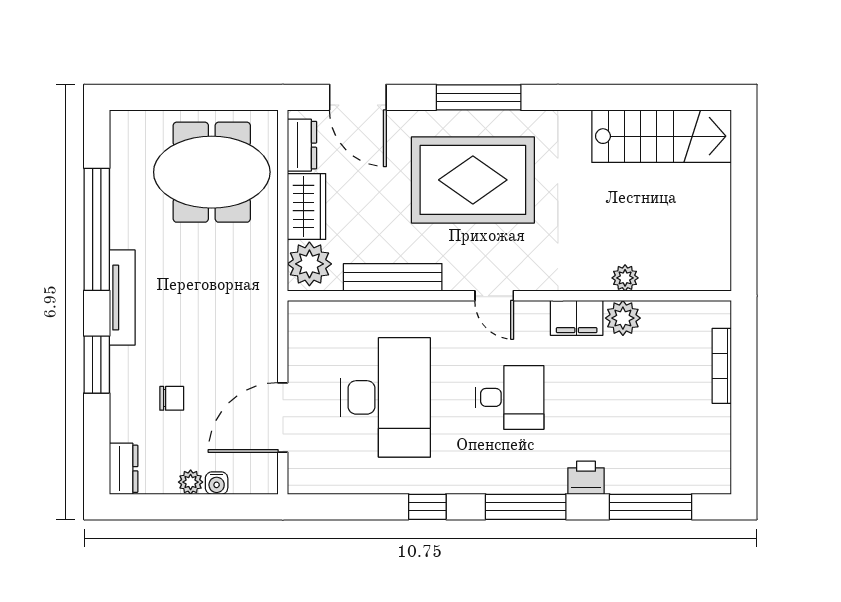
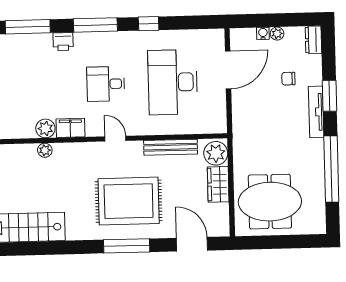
dresser: (302, 145) -> (221, 217), removed
tv unit: (122, 298) -> (316, 112), moved

